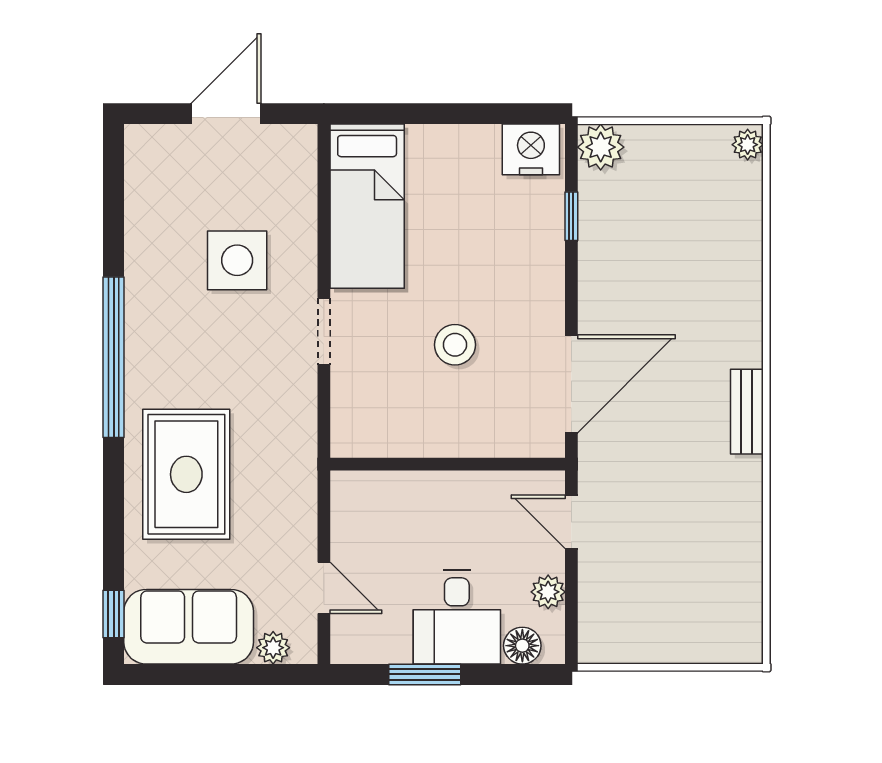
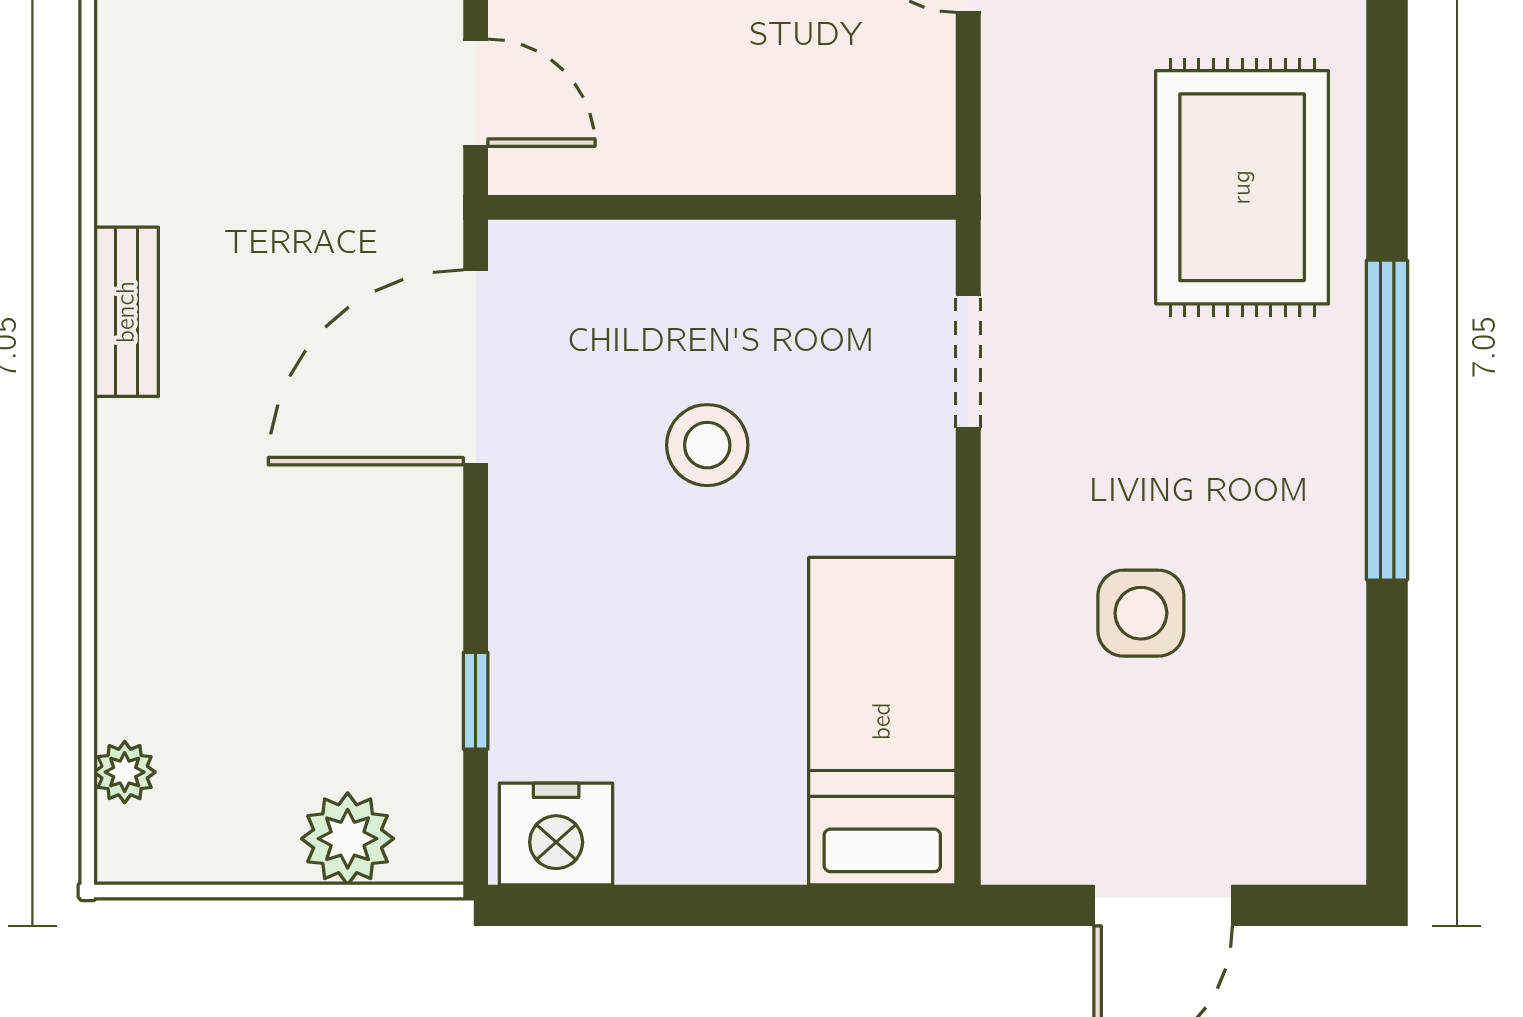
plant: (748, 145) -> (125, 772), moved
plant: (601, 147) -> (348, 839), moved
side table: (237, 260) -> (1141, 613), width x0.73, depth x0.73
doorway: (324, 331) -> (968, 361), moved

